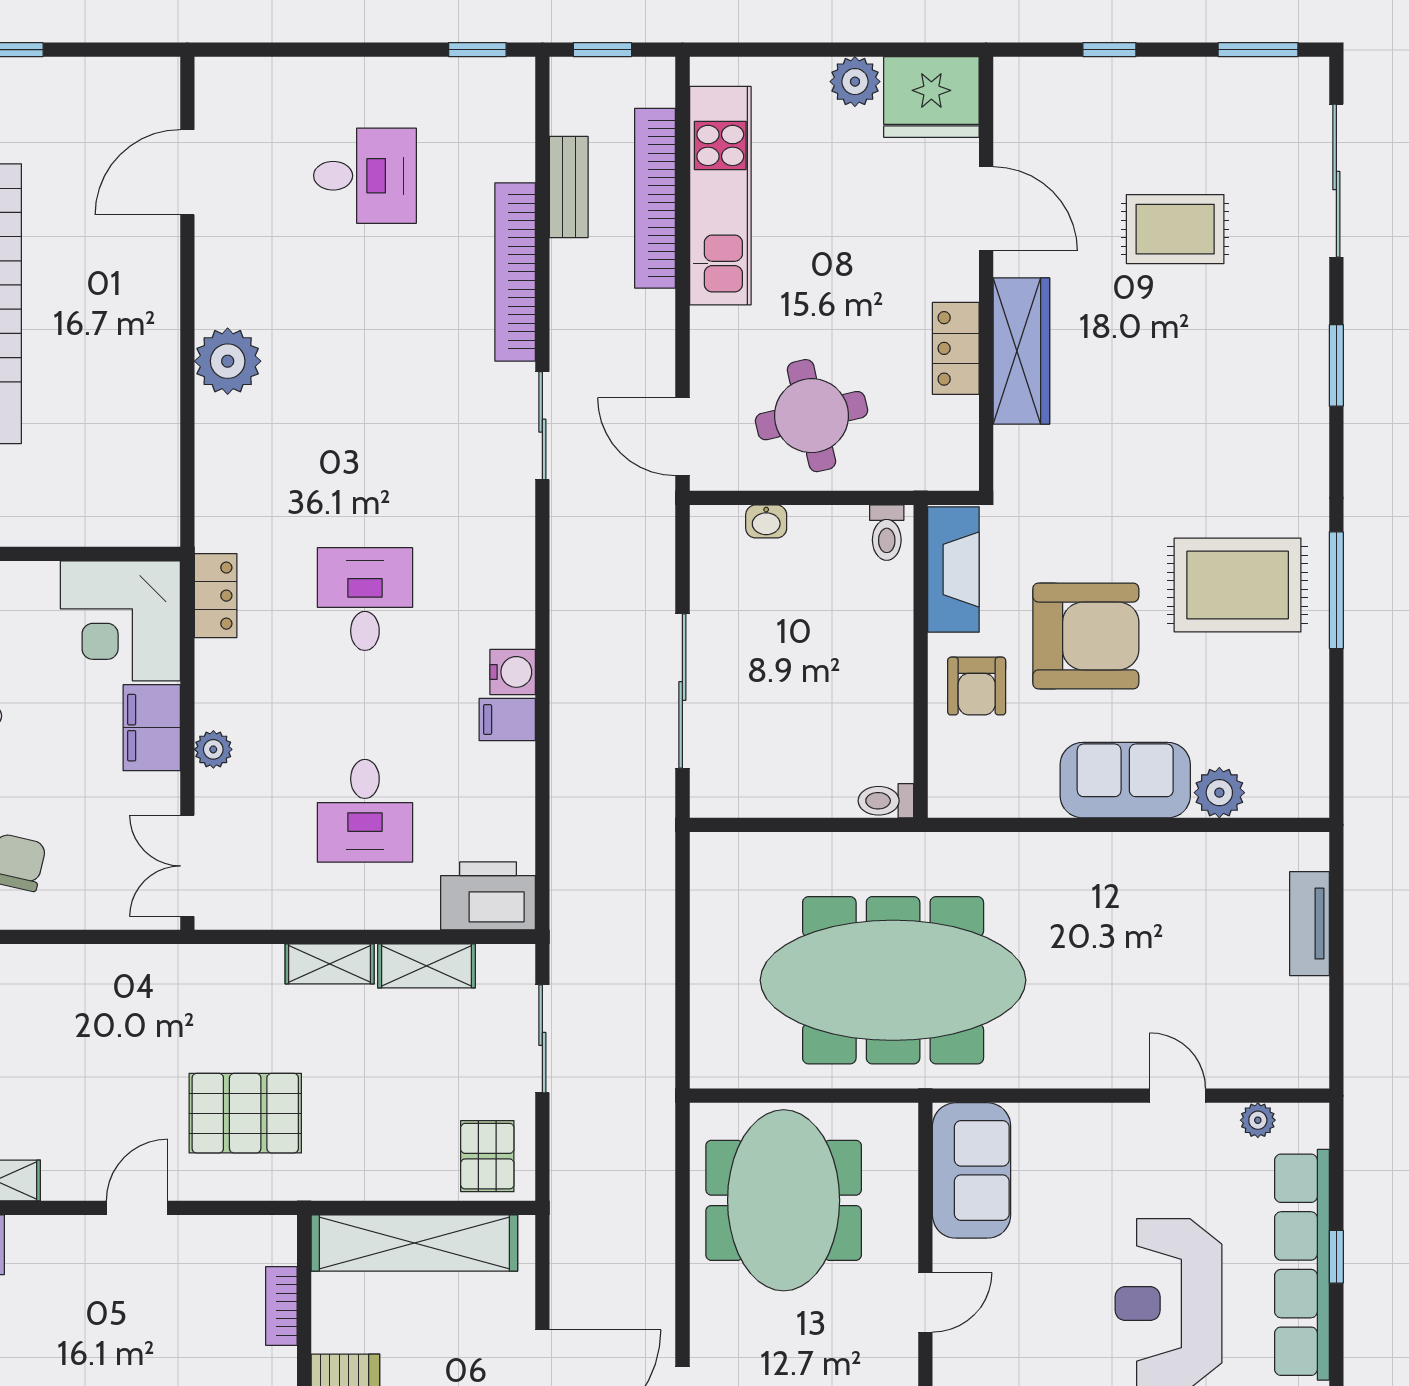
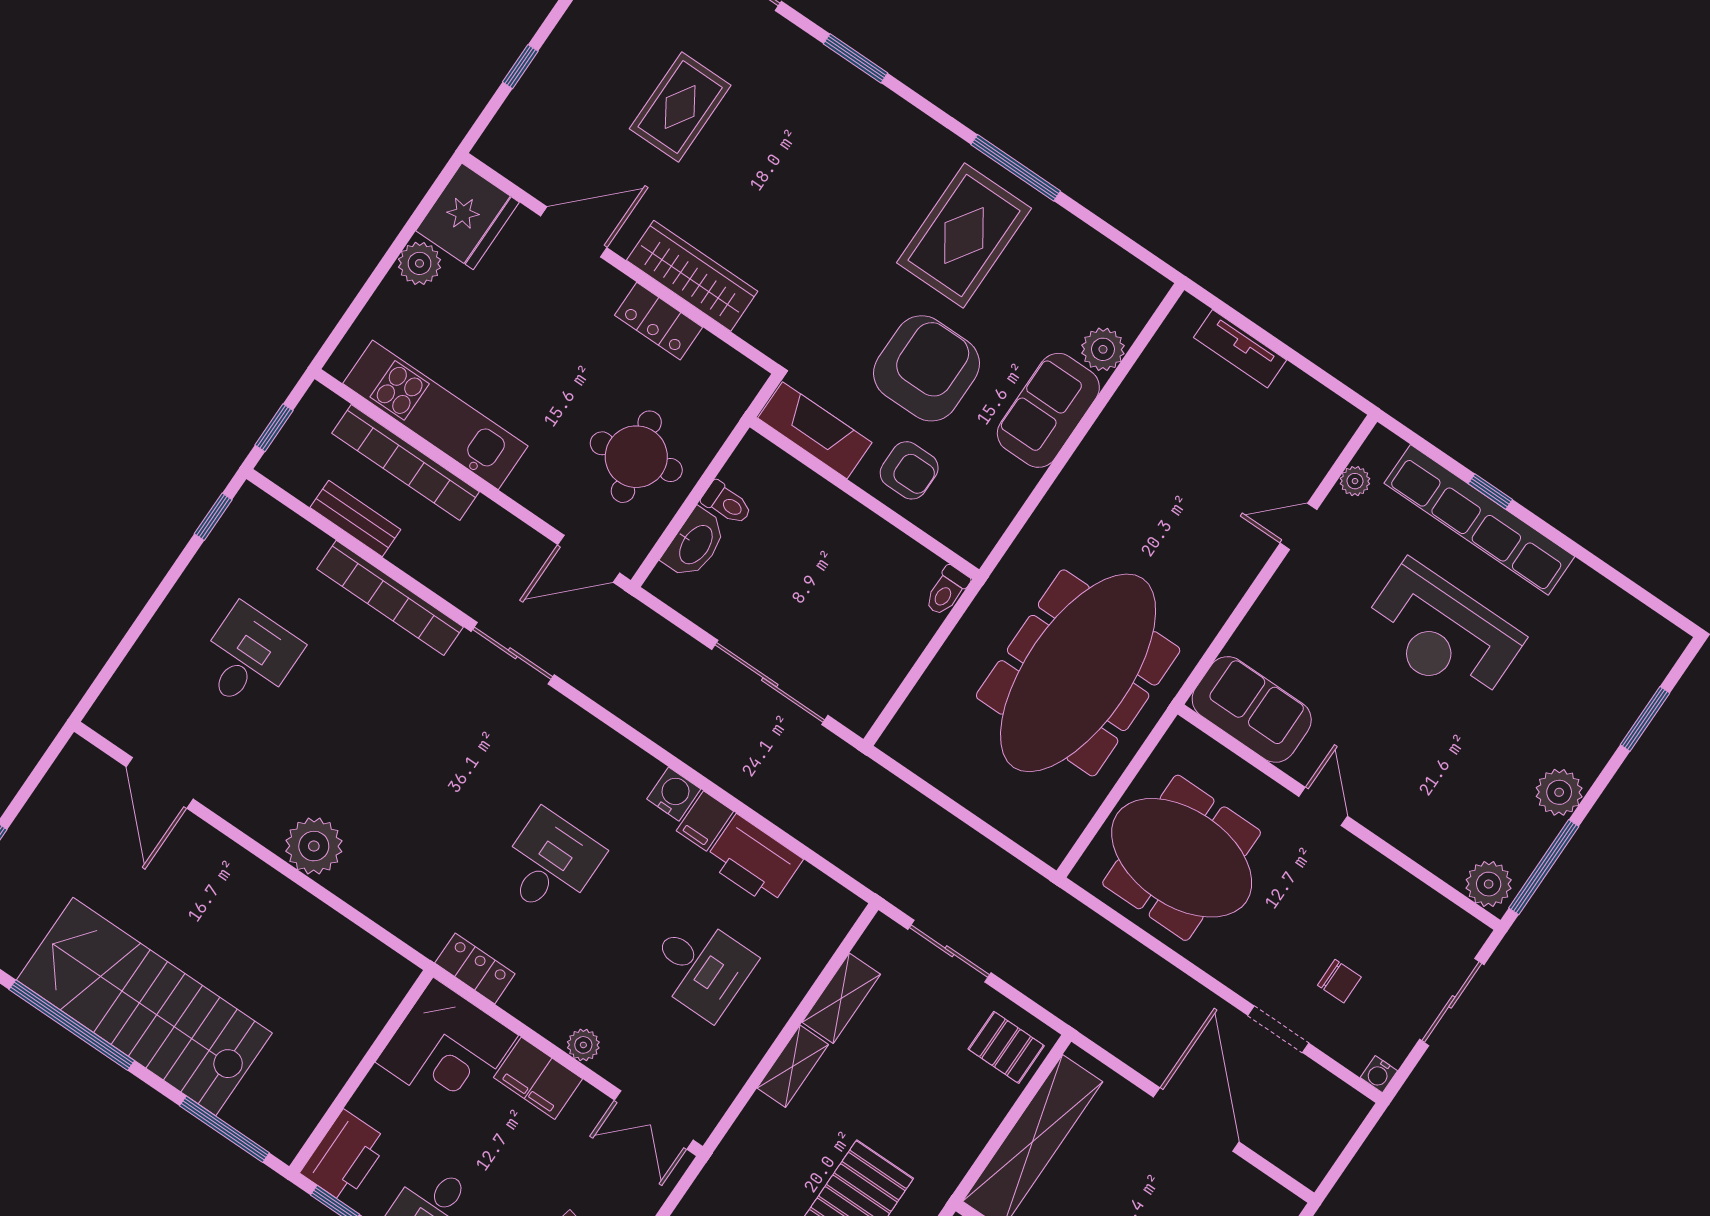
washbasin: (766, 521) -> (695, 544), width x1.91, depth x1.45
toilet: (887, 533) -> (727, 503), moved
desk: (365, 599) -> (550, 864), turned 90
printer: (488, 896) -> (753, 860), moved, turned -90

